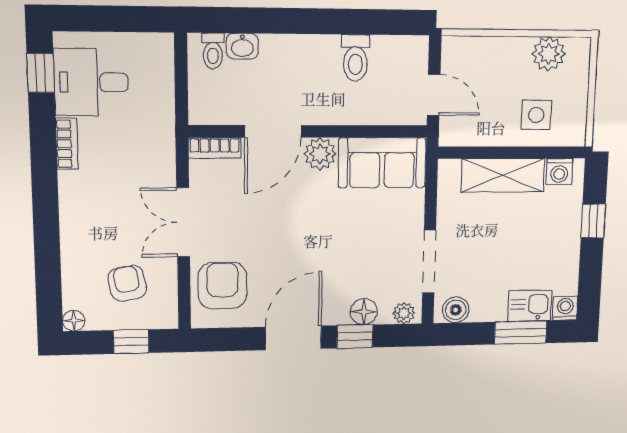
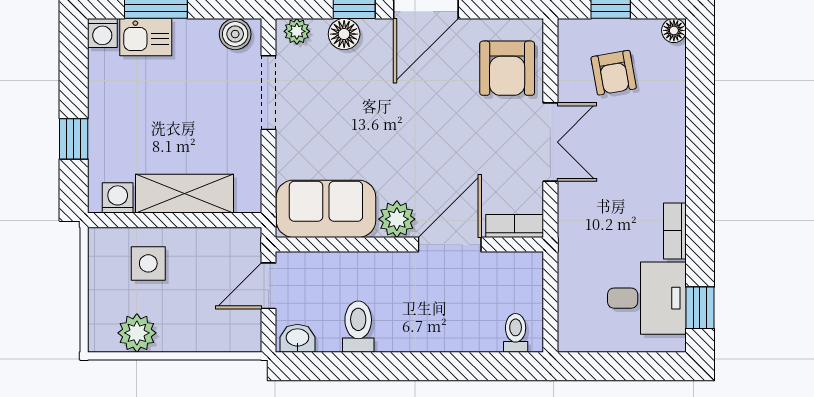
washbasin: (242, 46) -> (297, 338), moved
door: (434, 95) -> (269, 286), hinge flipped

